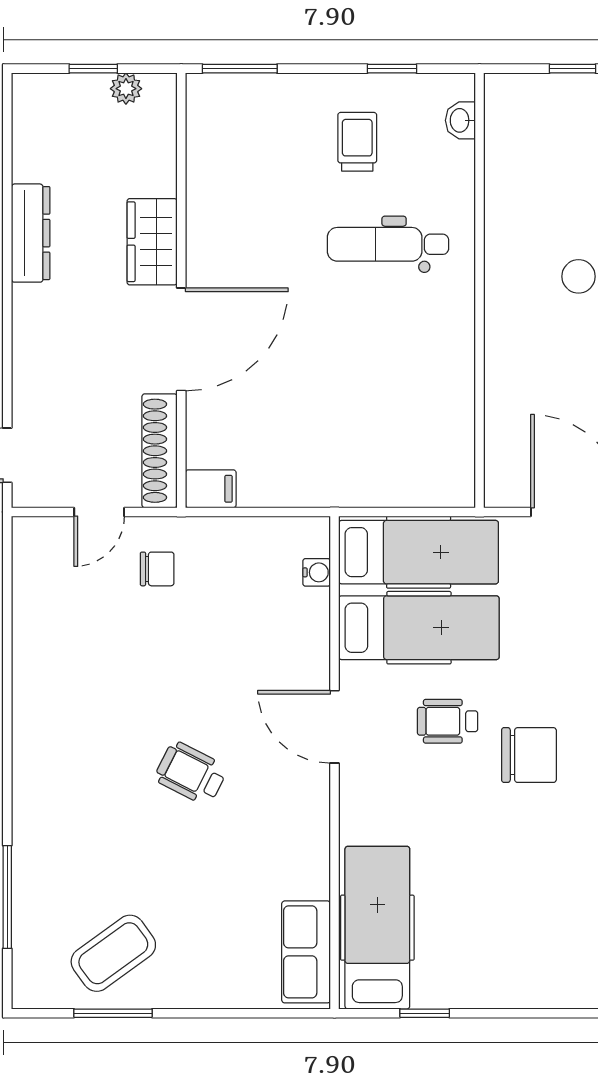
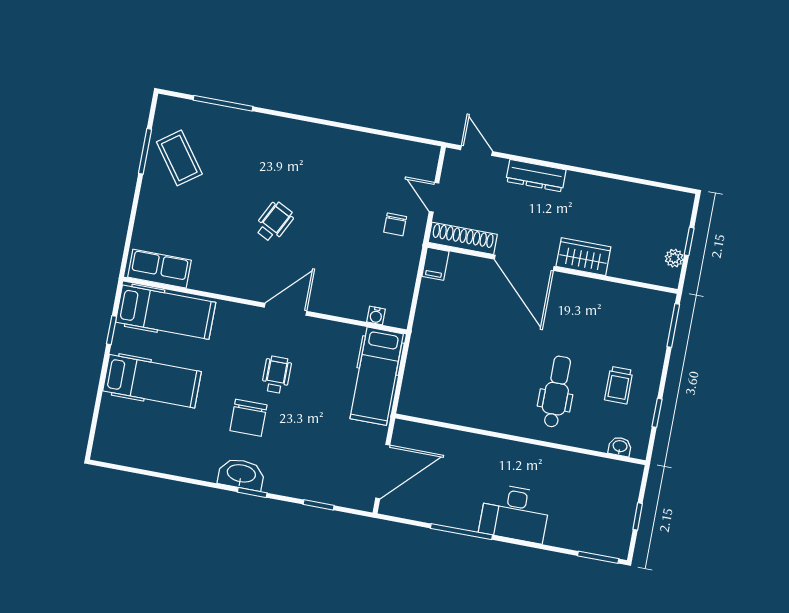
trolley: (357, 142) -> (619, 385), turned 90
dresser: (31, 233) -> (536, 176), moved
hospital bed: (419, 628) -> (152, 381), moved, turned -90

